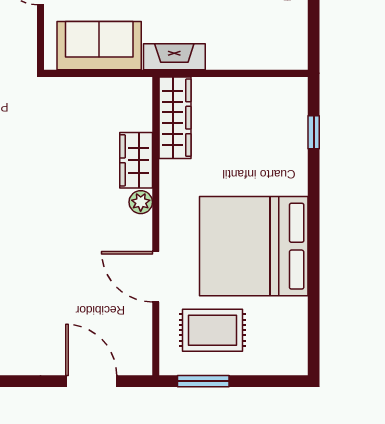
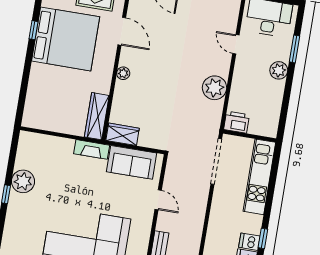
window: (314, 132) -> (33, 30), moved
wardrobe: (136, 160) -> (123, 134), moved, turned -90

